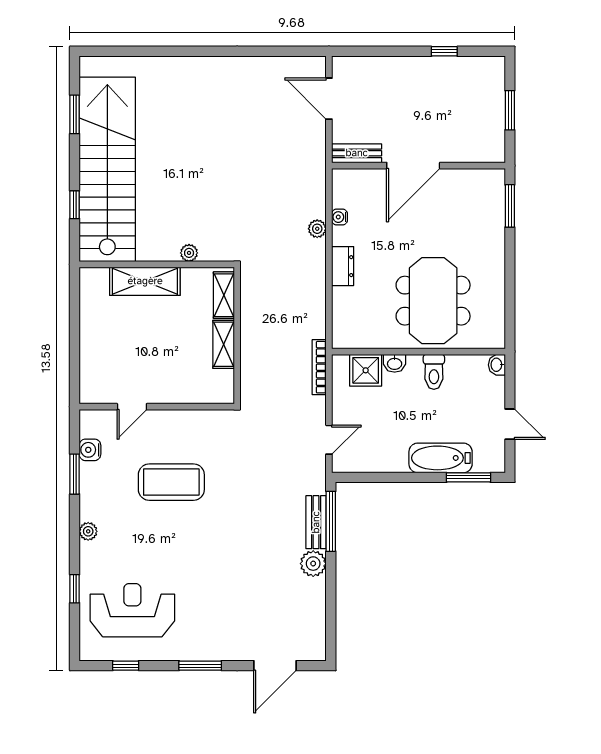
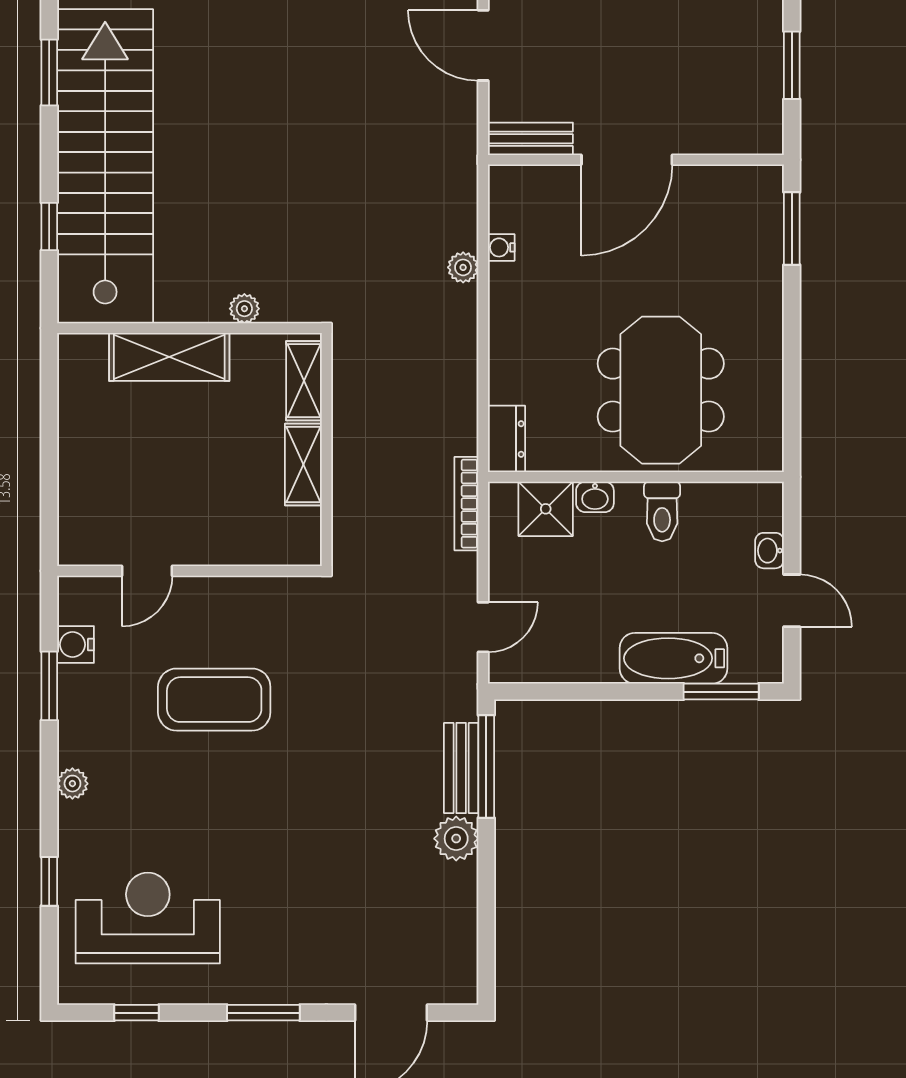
dresser: (343, 266) -> (507, 439), moved
washbasin: (497, 365) -> (769, 551), moved

